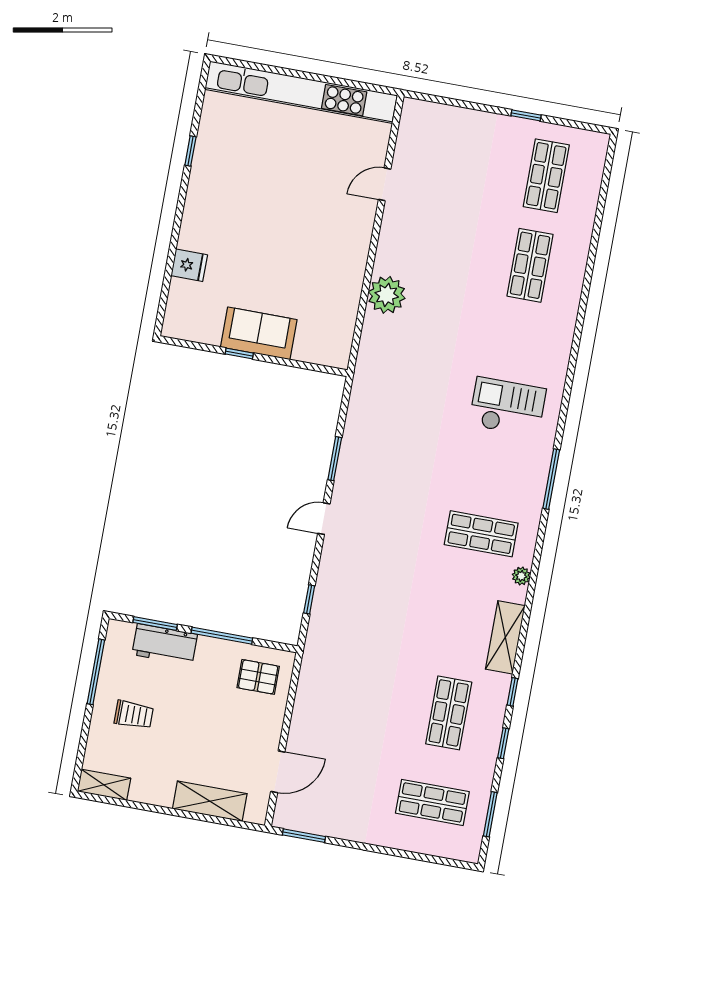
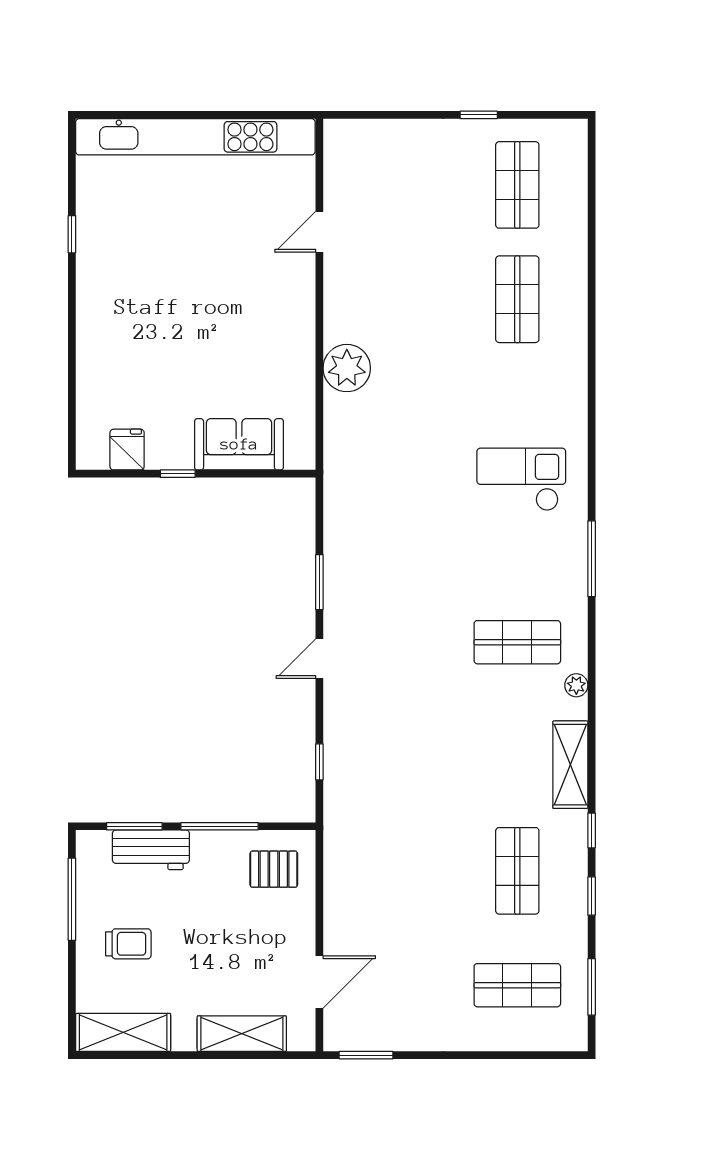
fridge: (189, 265) -> (127, 450), moved, turned -90
sofa: (259, 333) -> (239, 444), moved
shelving: (104, 785) -> (123, 1032), width x1.50, depth x1.33

